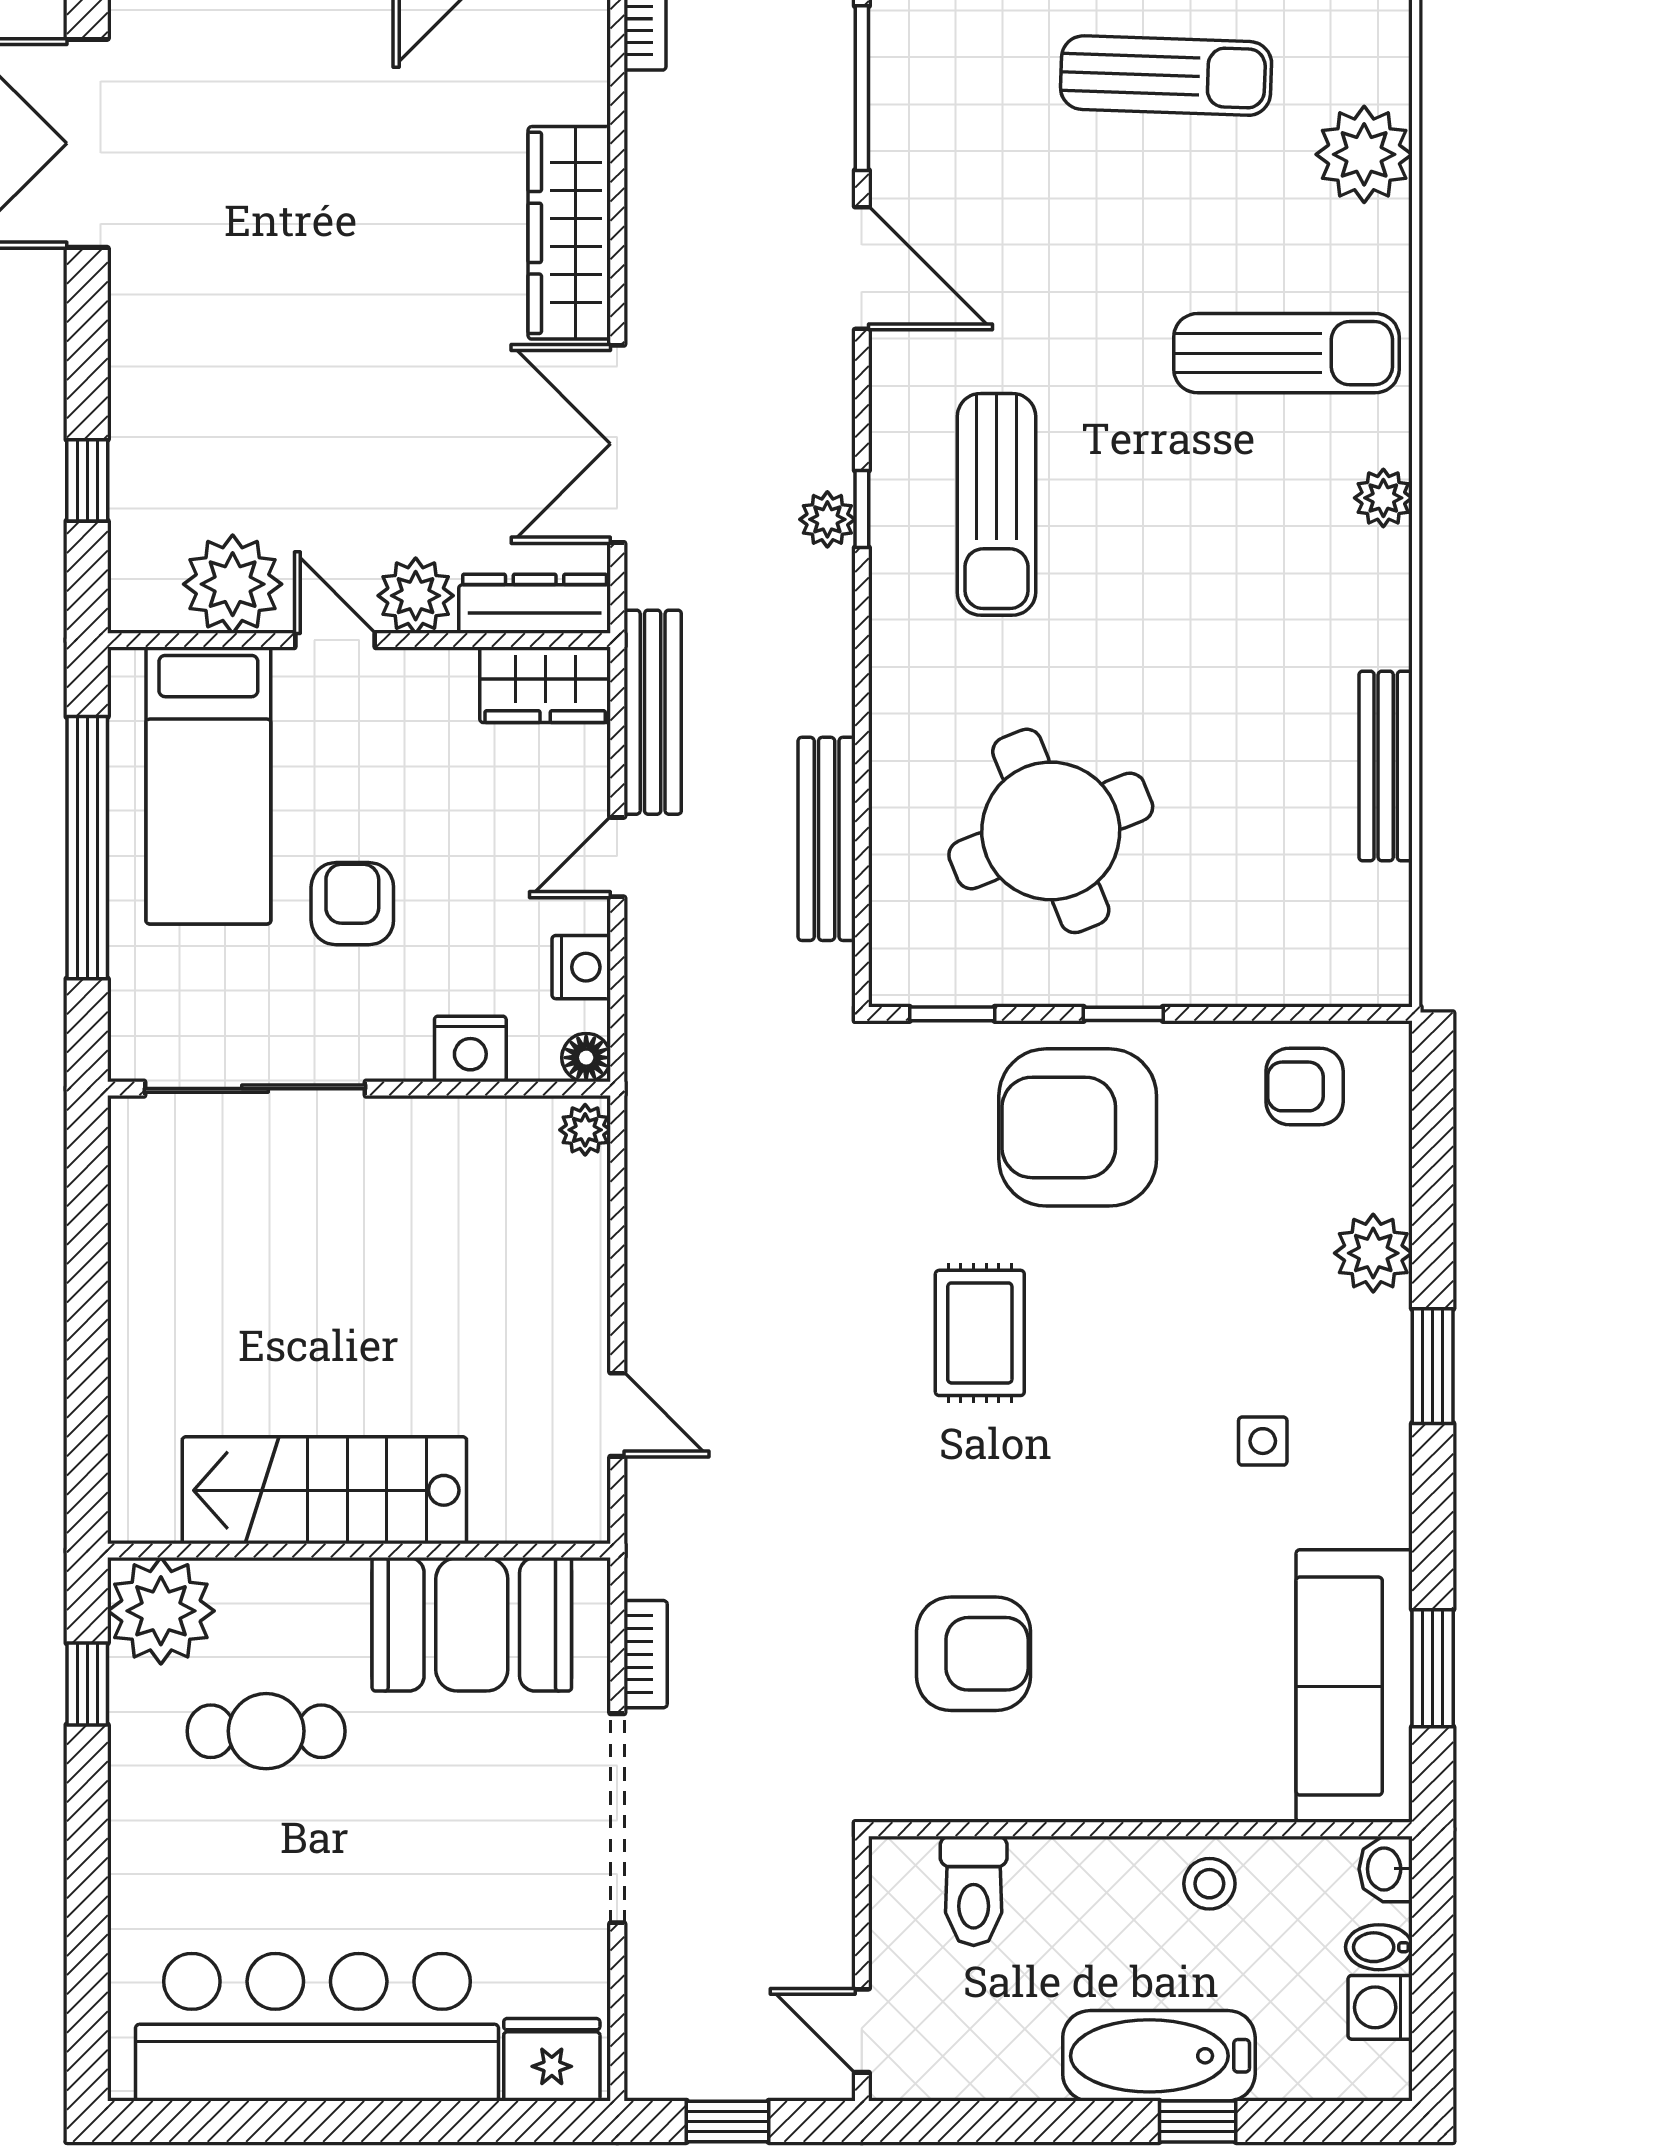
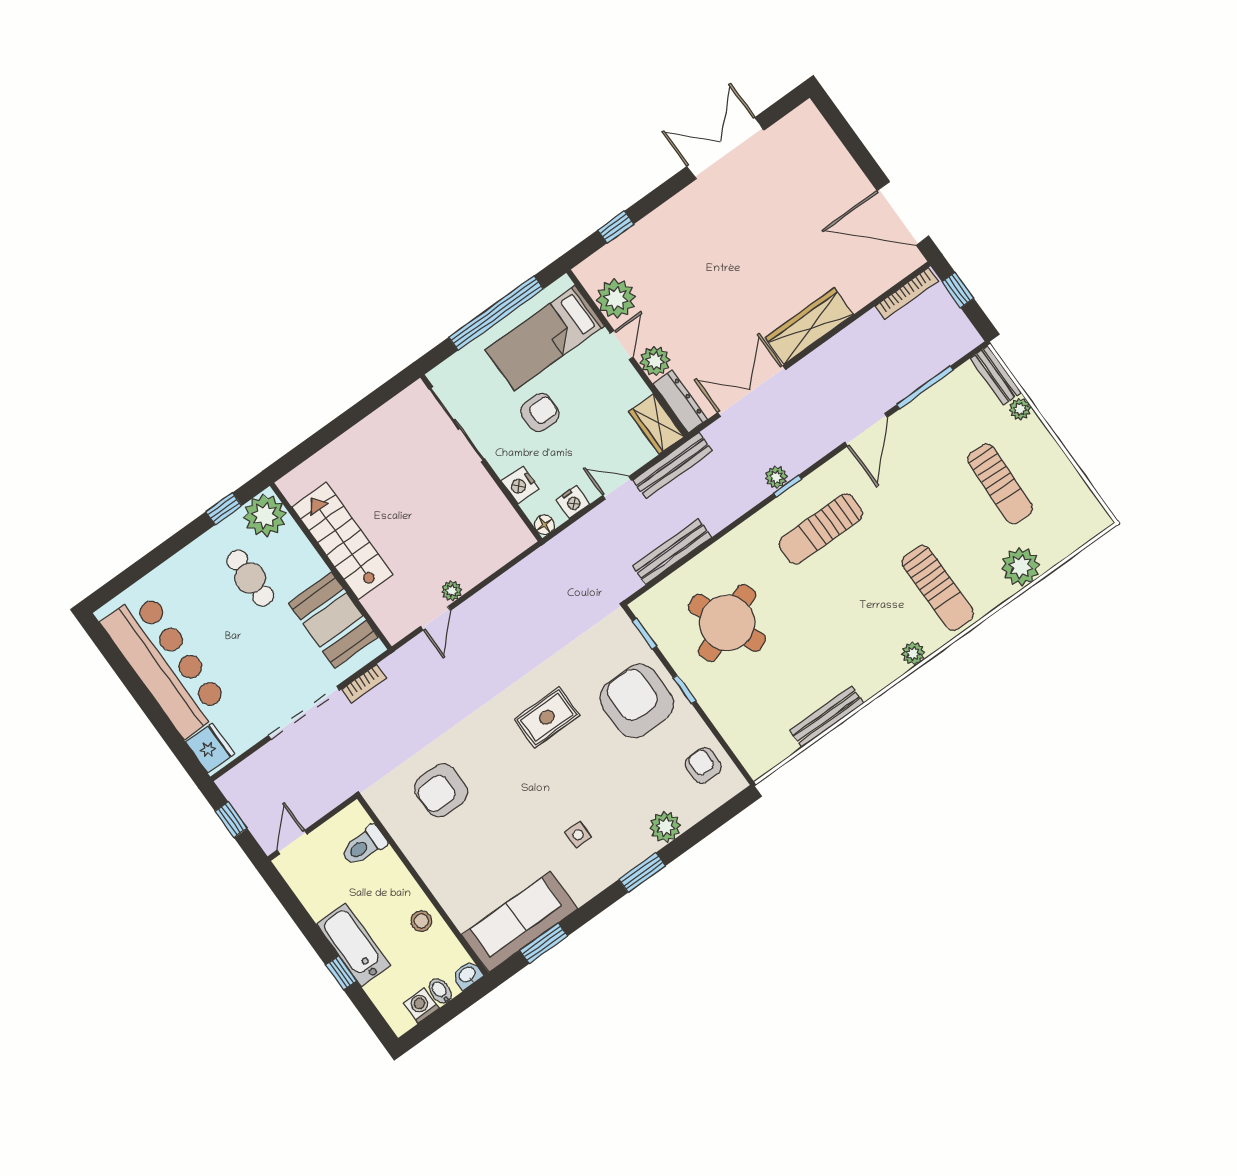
plant: (585, 1130) -> (452, 591), moved
armchair: (973, 1654) -> (441, 790), turned 90

